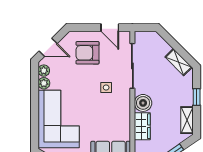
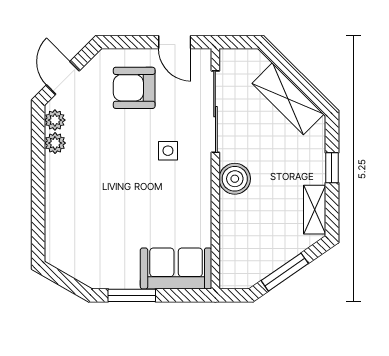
door: (48, 47) -> (63, 78), swing flipped
shelving: (179, 62) -> (288, 99), width x1.50, depth x1.33
corner sofa: (59, 119) -> (82, 208), removed
wardrobe: (142, 126) -> (233, 221), removed

